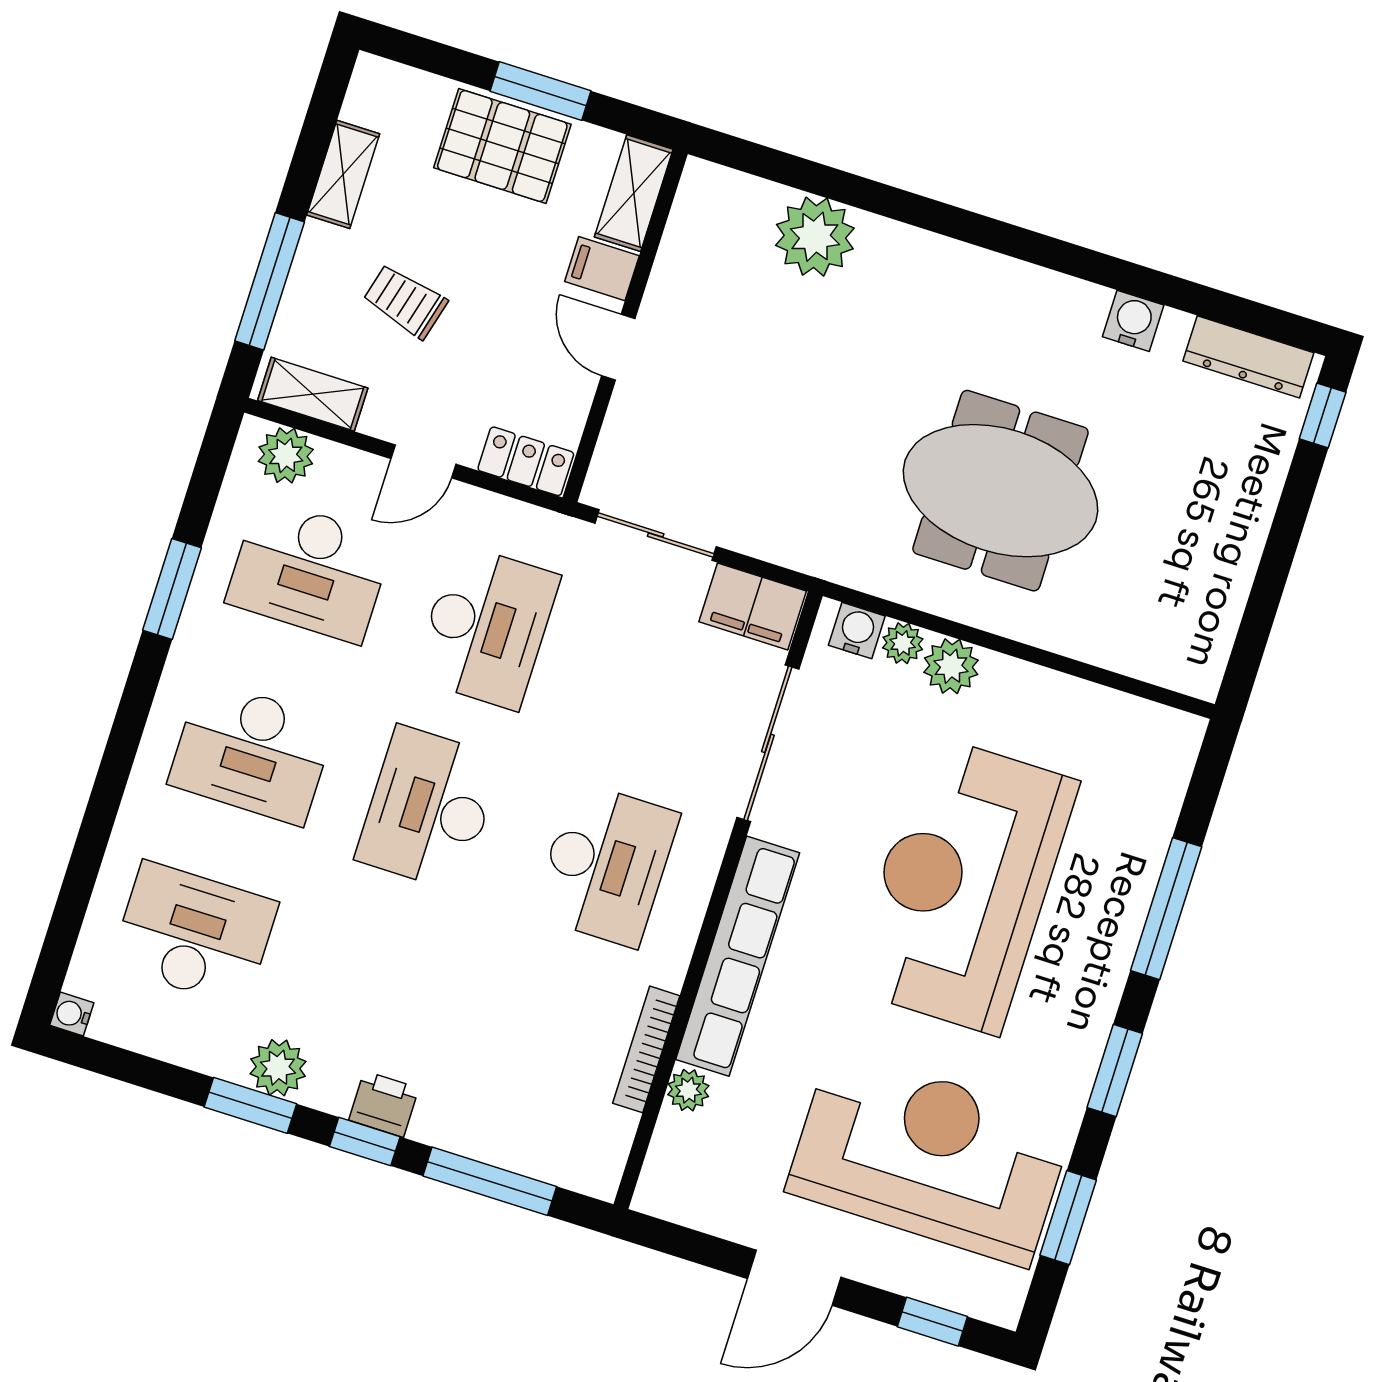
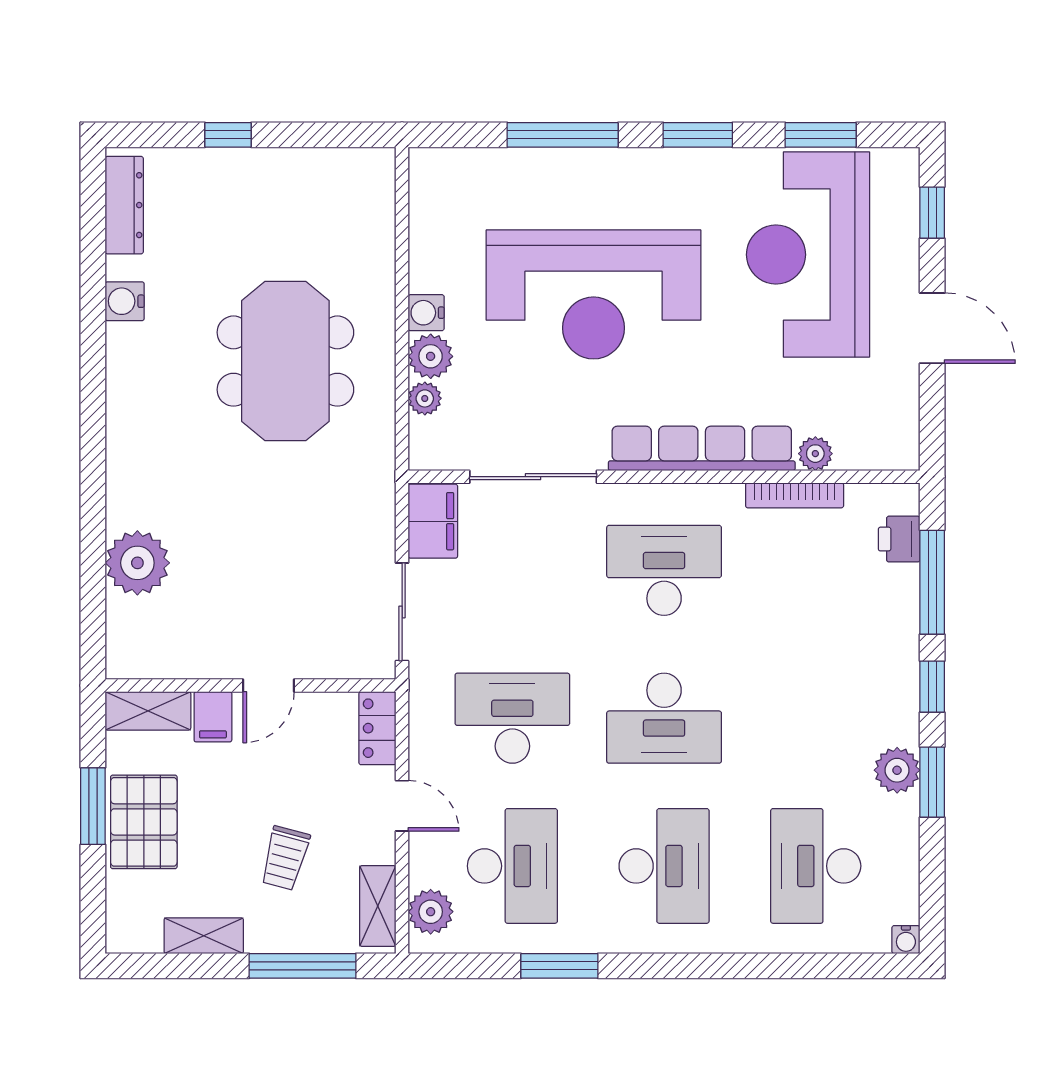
window: (1323, 416) -> (228, 135), moved
water cooler: (857, 631) -> (426, 313), moved
printer: (384, 1104) -> (899, 539), moved

